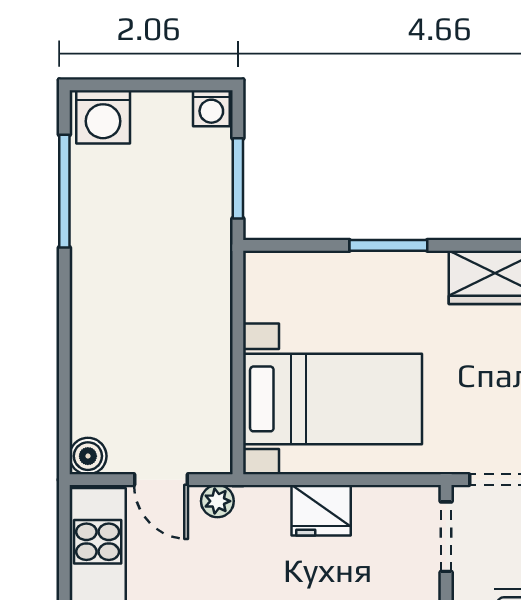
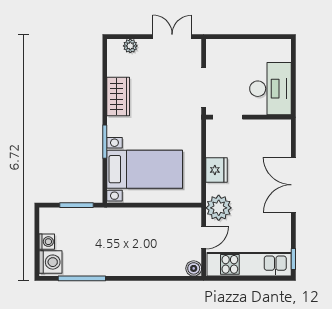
washing machine: (211, 108) -> (47, 242), moved
bed with nightstands: (333, 399) -> (145, 169), moved, turned 90
plant: (217, 501) -> (219, 208), width x1.88, depth x1.88

